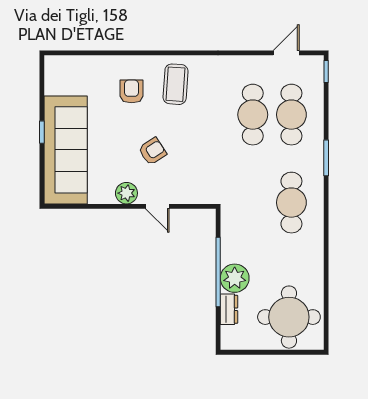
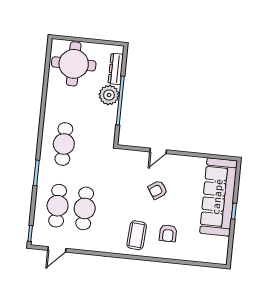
plant: (126, 193) -> (179, 162), removed
door: (157, 206) -> (158, 151), swing flipped
dresser: (229, 309) -> (116, 69), width x1.44

